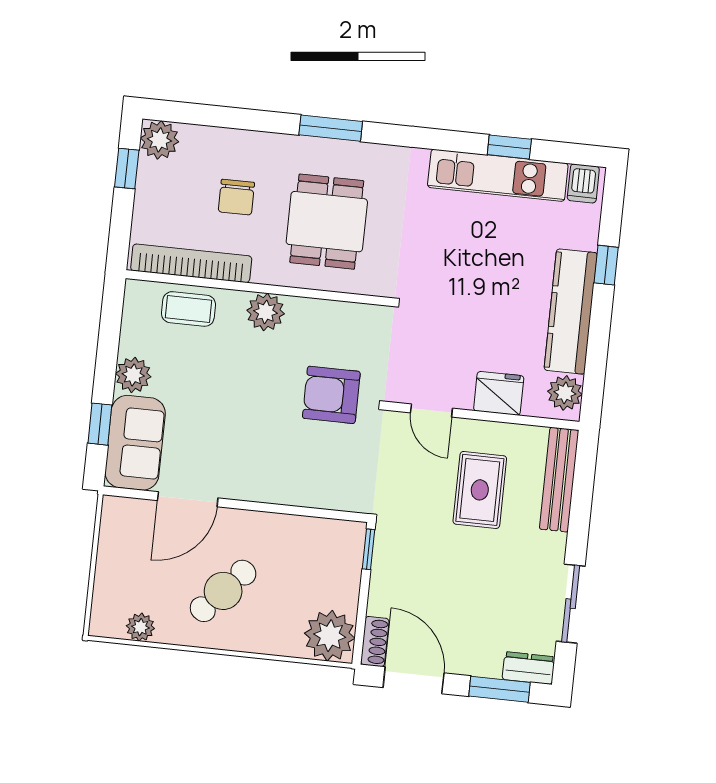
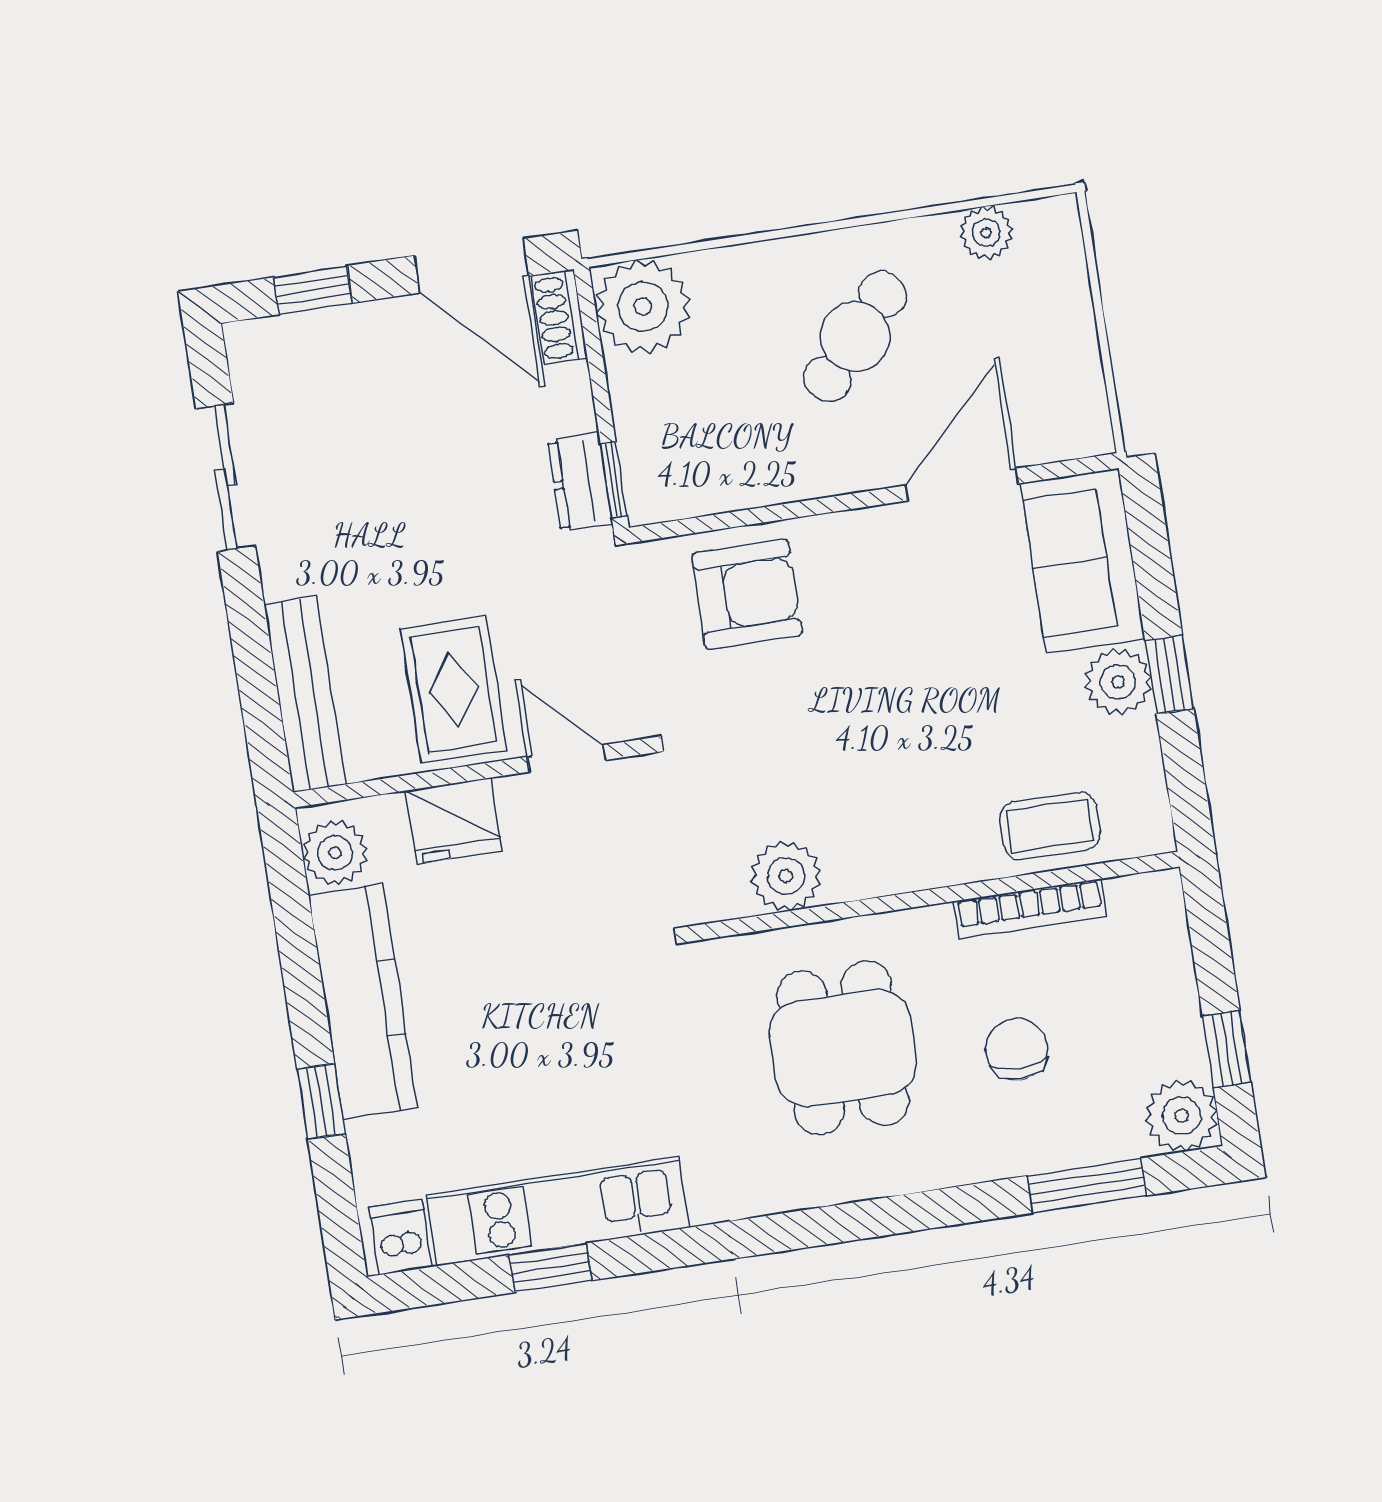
window: (331, 128) -> (1087, 1186), moved
bookcase: (191, 263) -> (1030, 909), width x0.68, depth x0.76
plant: (266, 312) -> (786, 876), moved
armchair: (331, 395) -> (747, 594), moved
window: (100, 424) -> (1169, 675), moved
rug: (480, 490) -> (454, 690), moved
dresser: (528, 668) -> (580, 482), moved, turned 90
window: (499, 689) -> (313, 290), width x0.67

